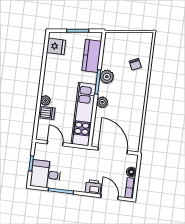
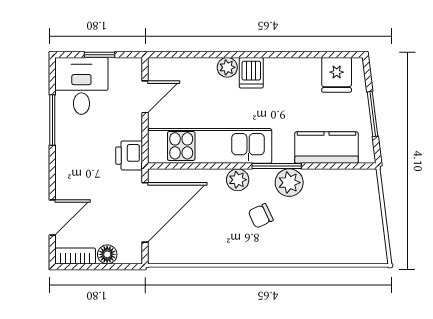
chair: (135, 64) -> (261, 216), moved
dishwasher: (47, 113) -> (251, 73), moved
printer: (93, 187) -> (129, 156), moved, turned 180

